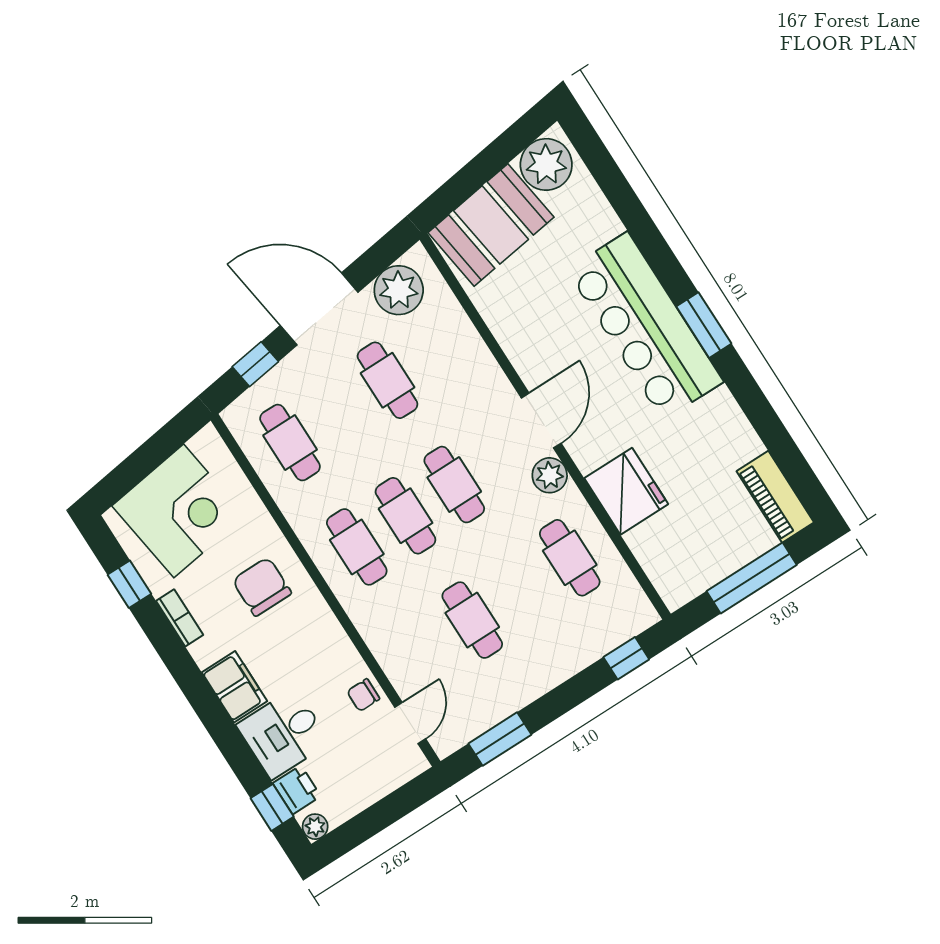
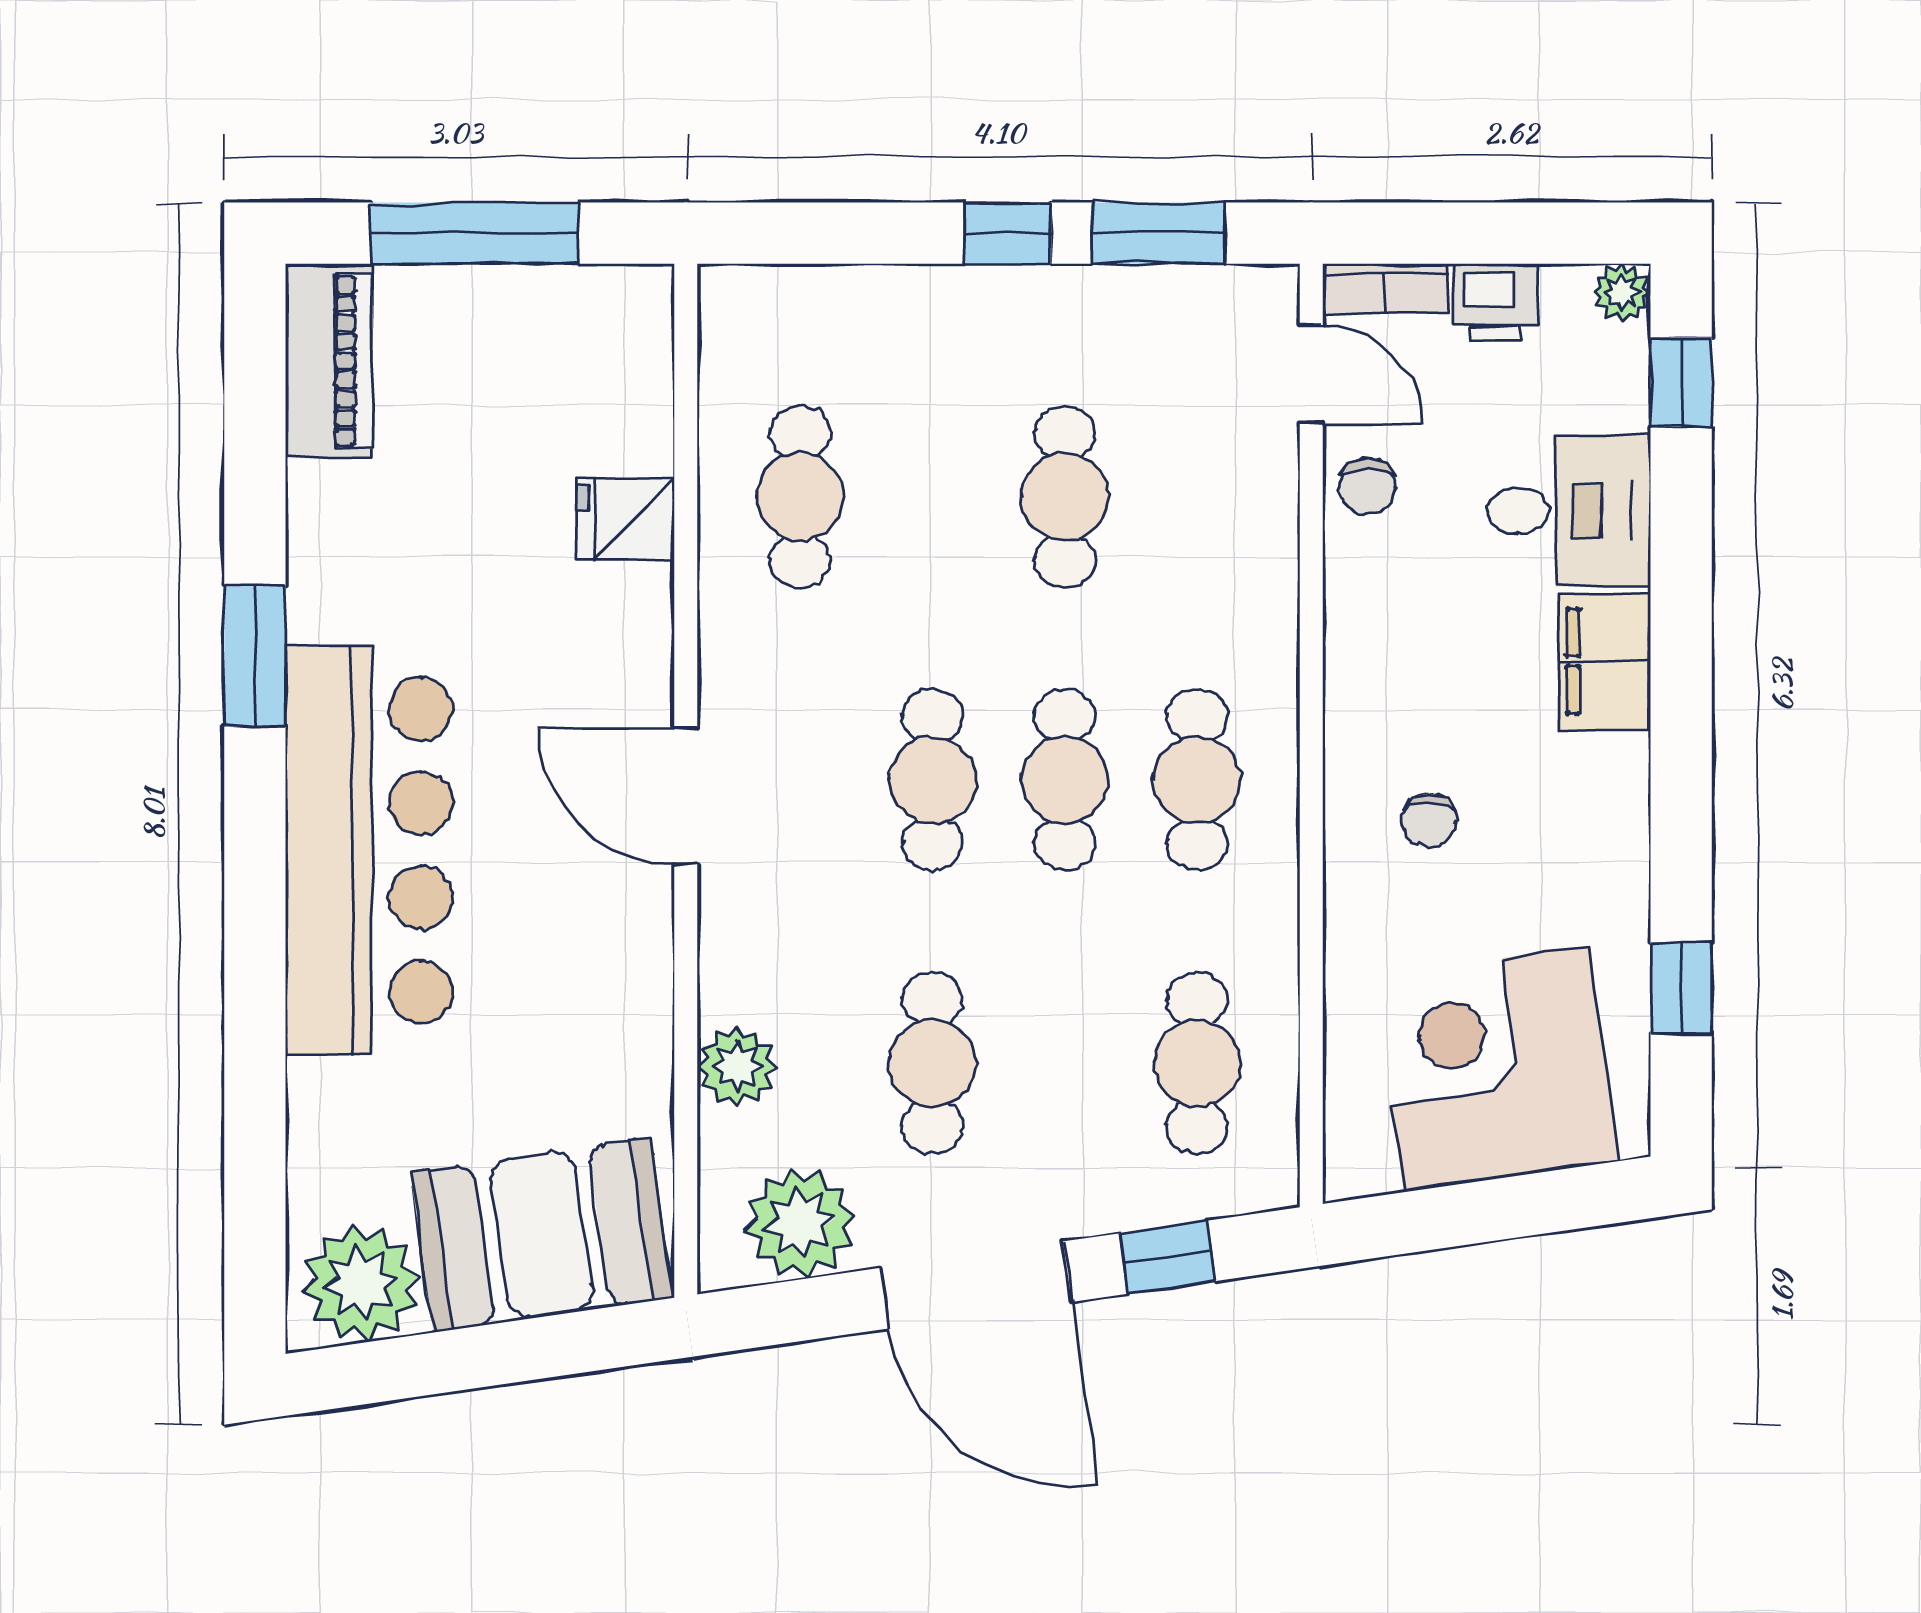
window: (704, 325) -> (255, 656), moved
door: (541, 421) -> (686, 796), hinge flipped
plant: (550, 475) -> (737, 1066), moved
fridge: (626, 491) -> (626, 519), width x0.53, depth x0.75
chair: (262, 587) -> (1429, 820), width x0.54, depth x0.54
bookcase: (180, 618) -> (1385, 289), moved, turned -90
window: (626, 658) -> (1008, 233), moved
chair: (363, 695) -> (1367, 486), turned 90
door: (410, 723) -> (1311, 374), swing flipped
printer: (297, 790) -> (1496, 302), moved, turned -90

